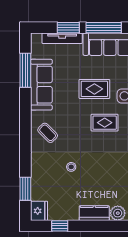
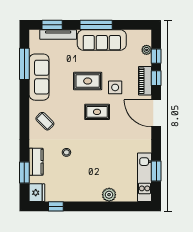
window: (68, 28) -> (52, 25), moved
kitchen counter: (94, 213) -> (36, 162), moved, turned 90

